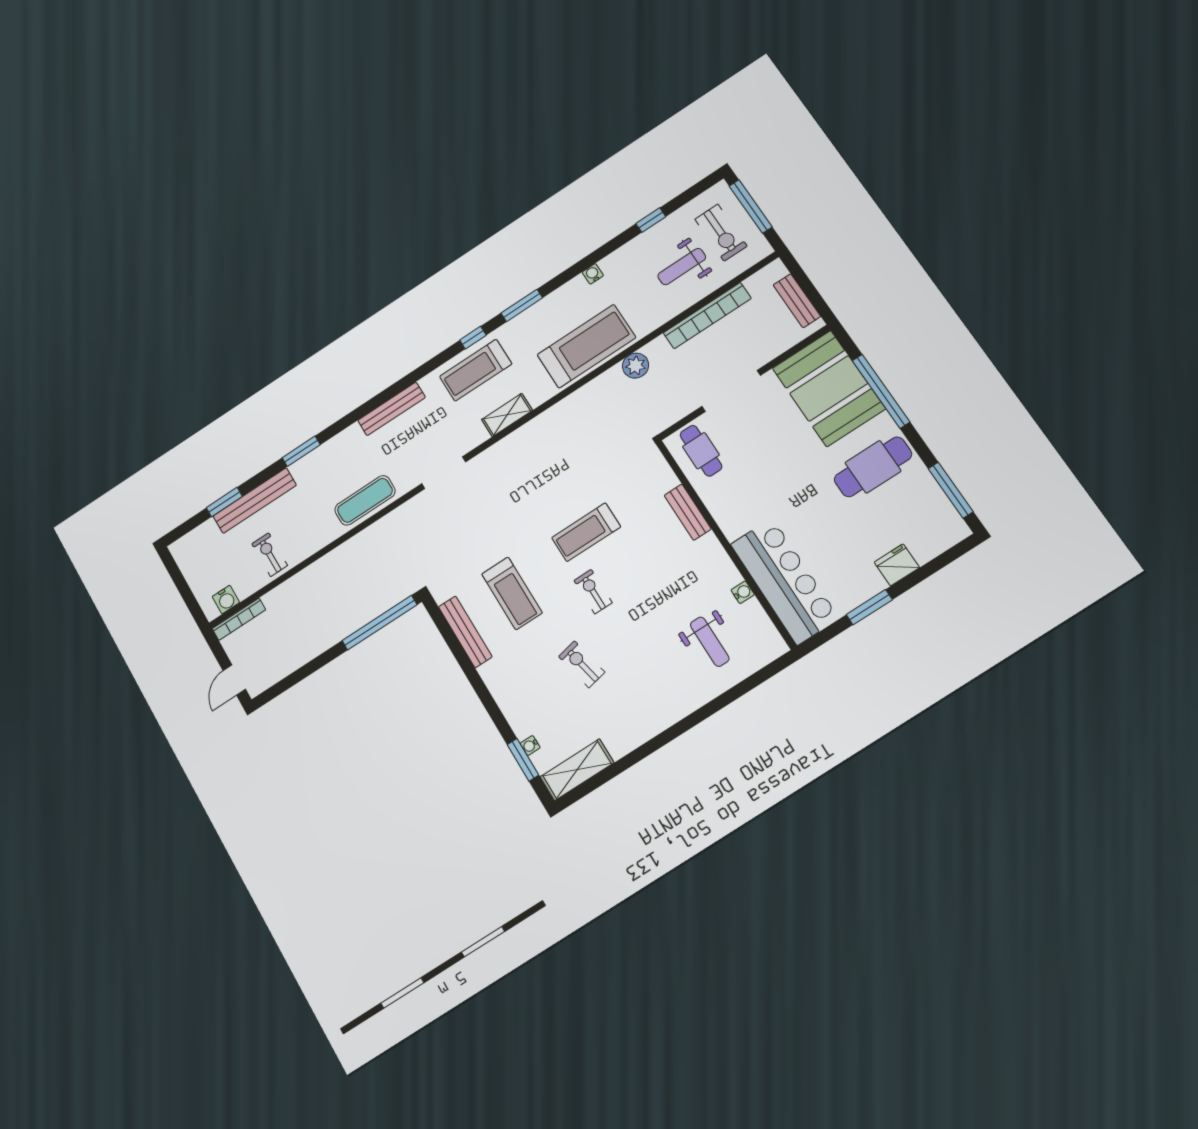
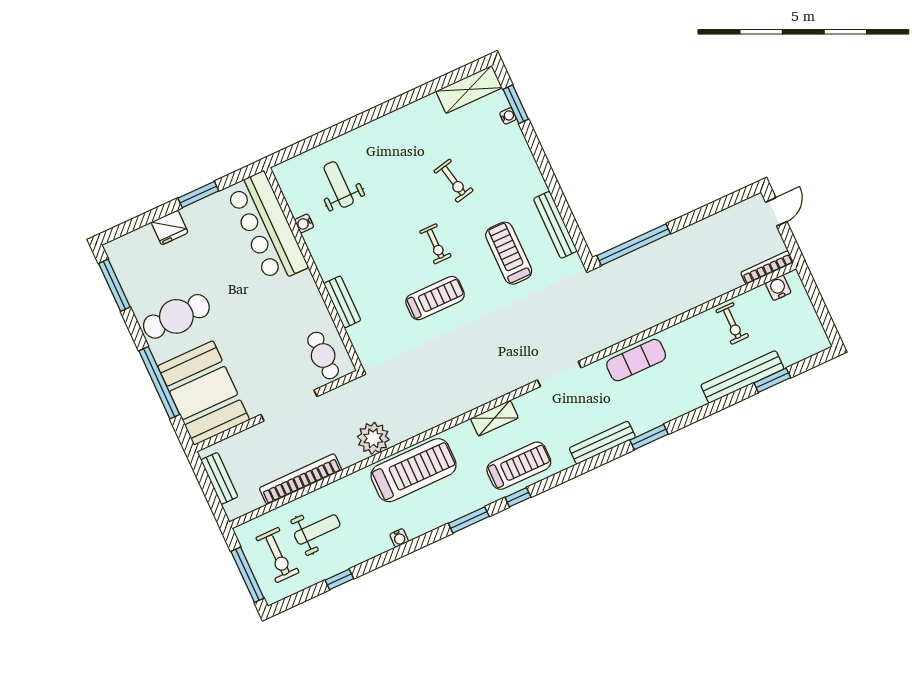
exercise bike: (721, 233) -> (278, 555), turned 180
treadmill: (586, 346) -> (414, 470), turned 180
plant: (636, 366) -> (373, 438), width x1.36, depth x1.36
window: (301, 451) -> (649, 437), moved

